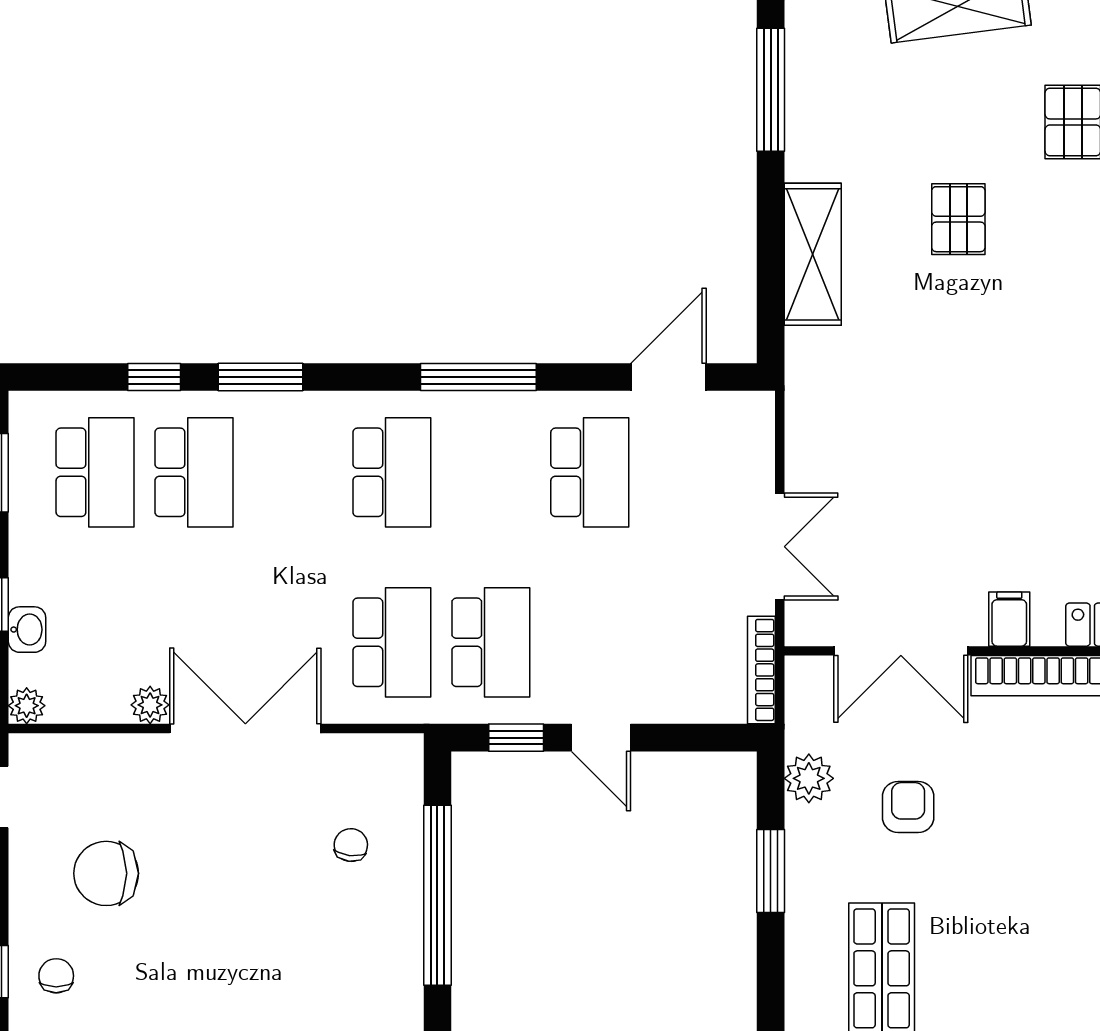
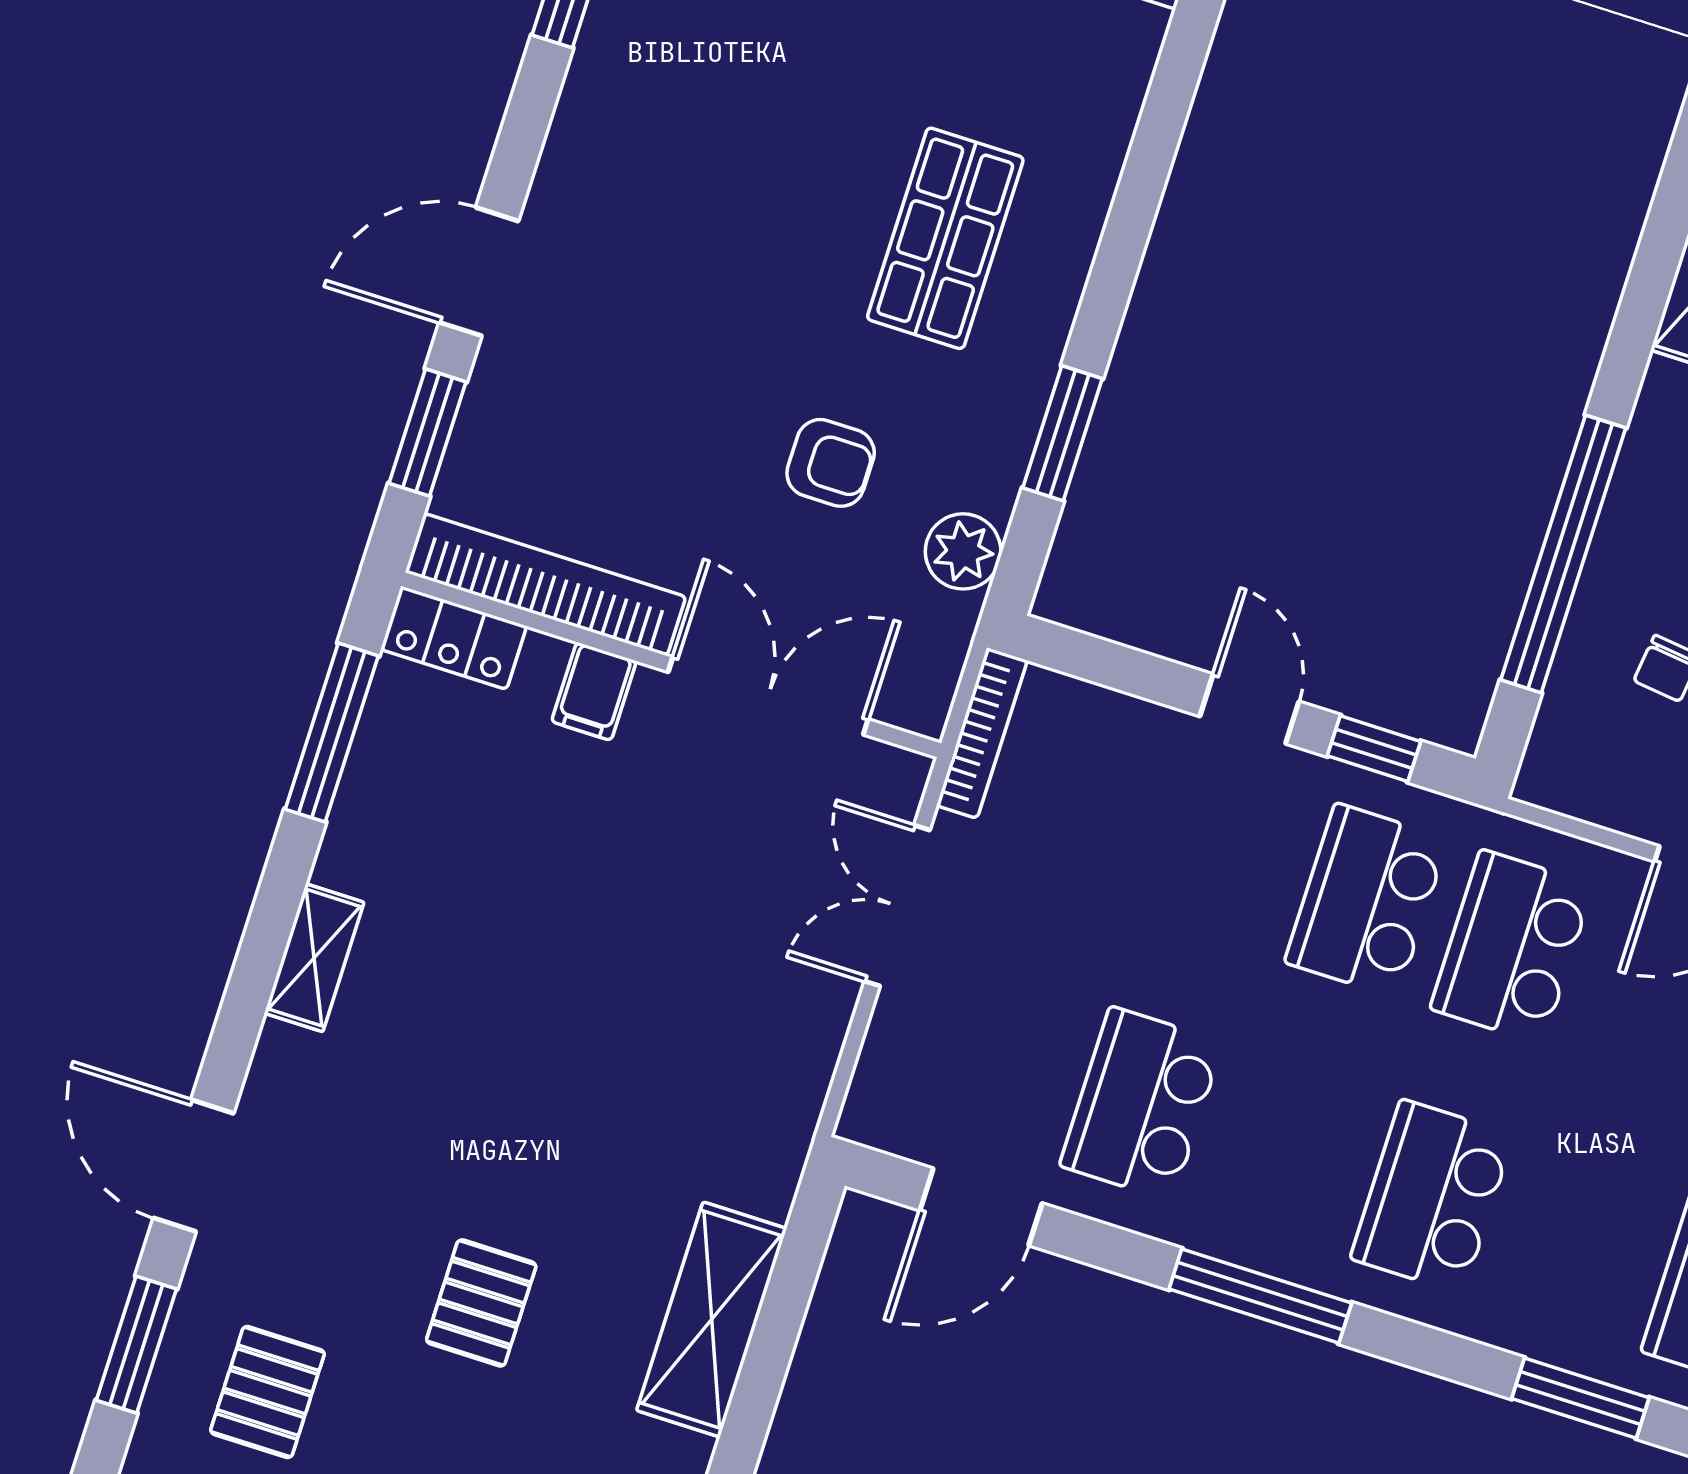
armchair: (908, 807) -> (831, 463), turned -90

